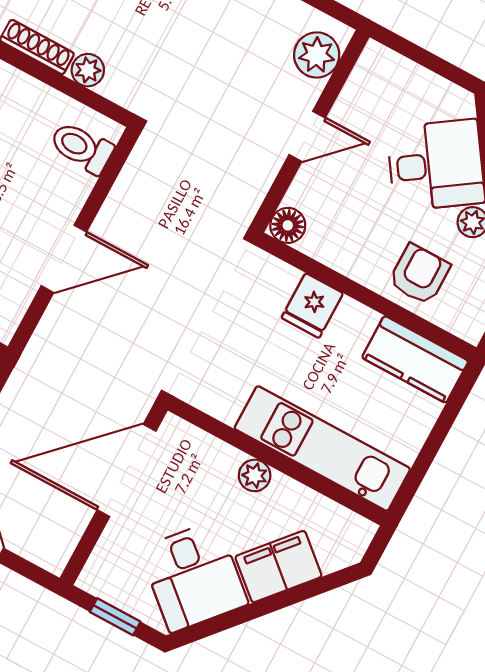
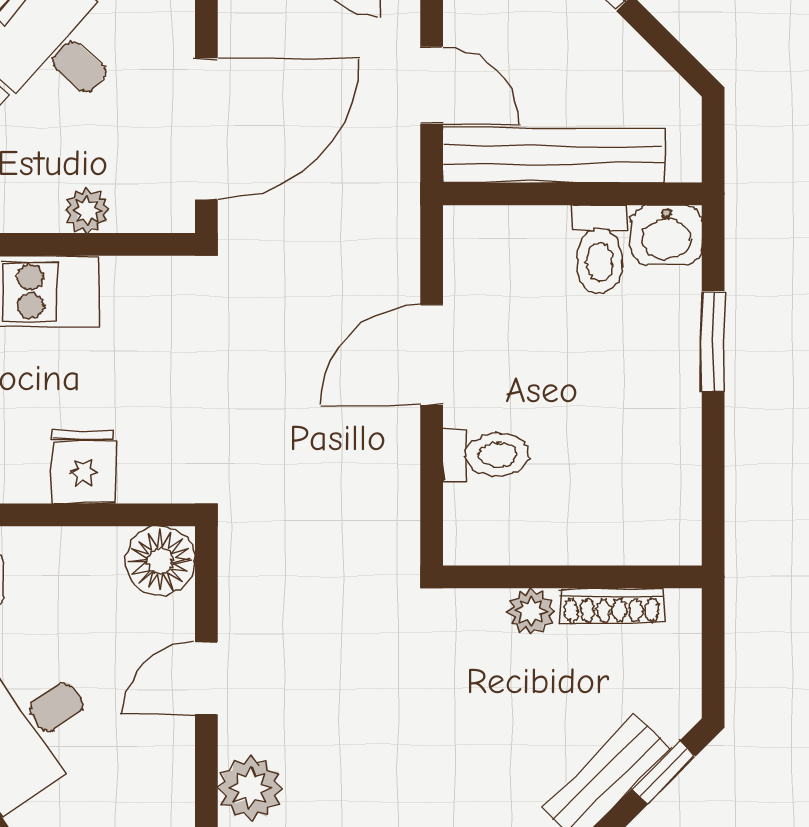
toilet: (82, 148) -> (486, 455), moved
floor lamp: (288, 225) -> (160, 561), width x1.38, depth x1.38
plant: (255, 475) -> (87, 210), moved

